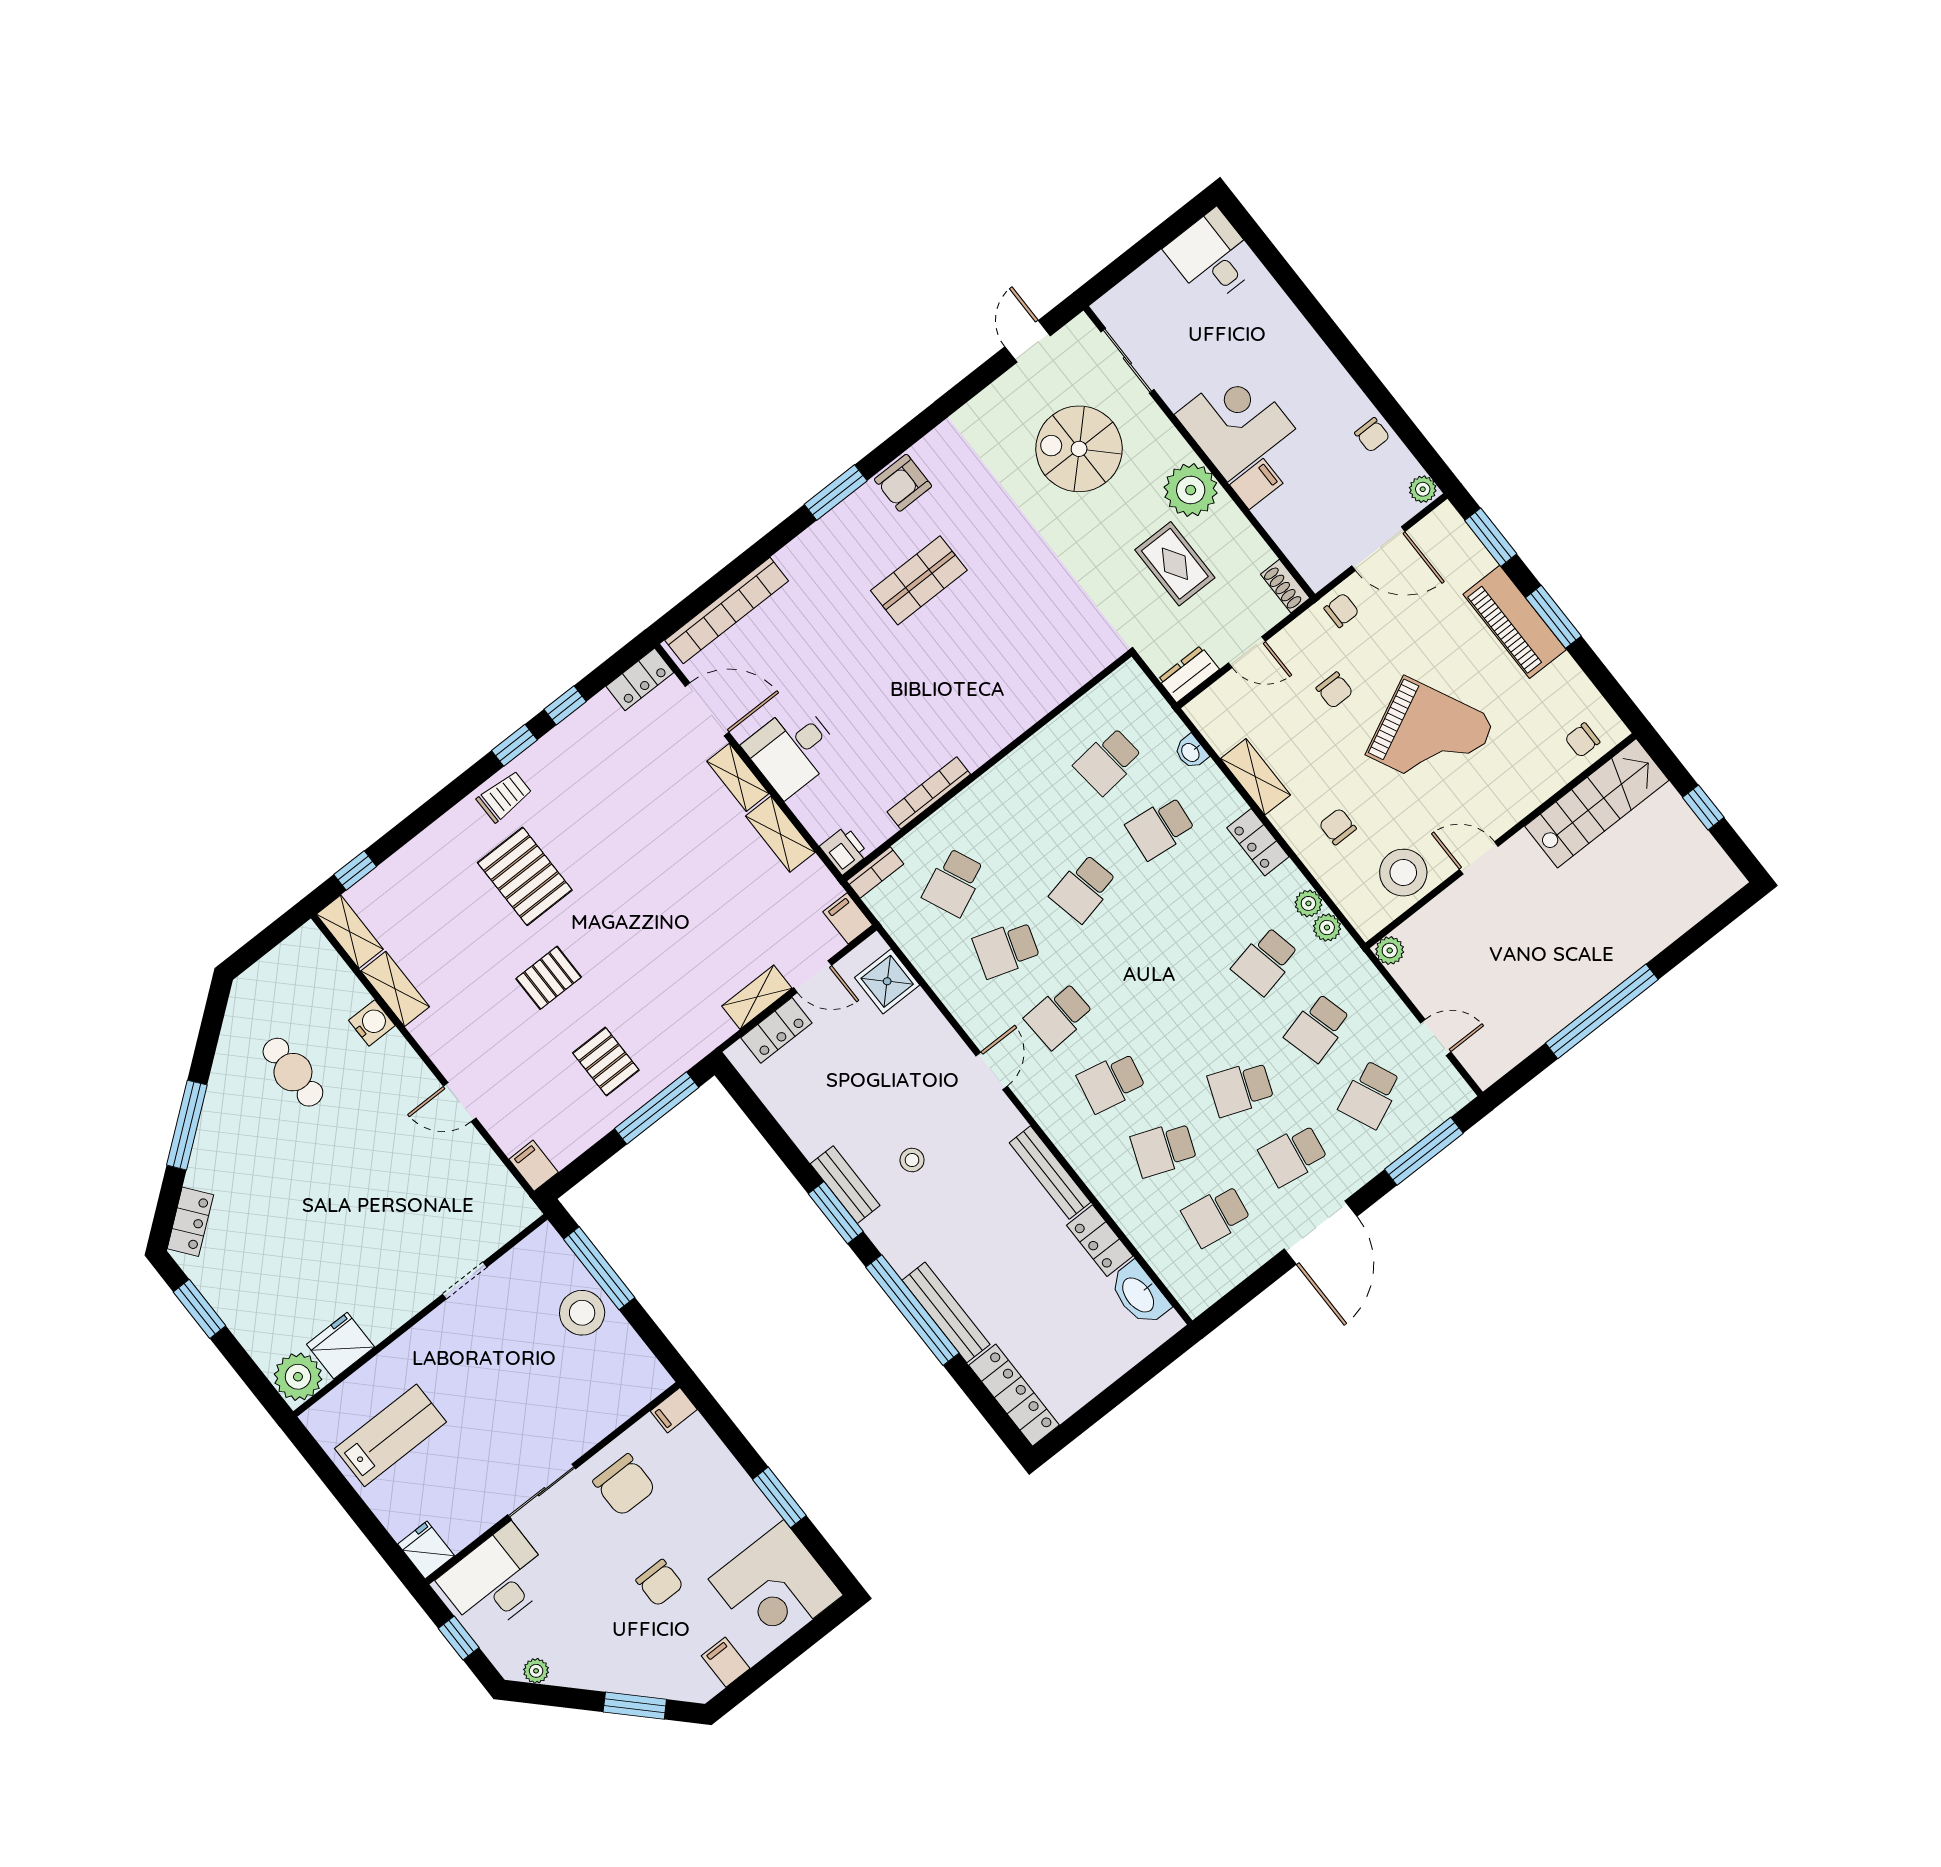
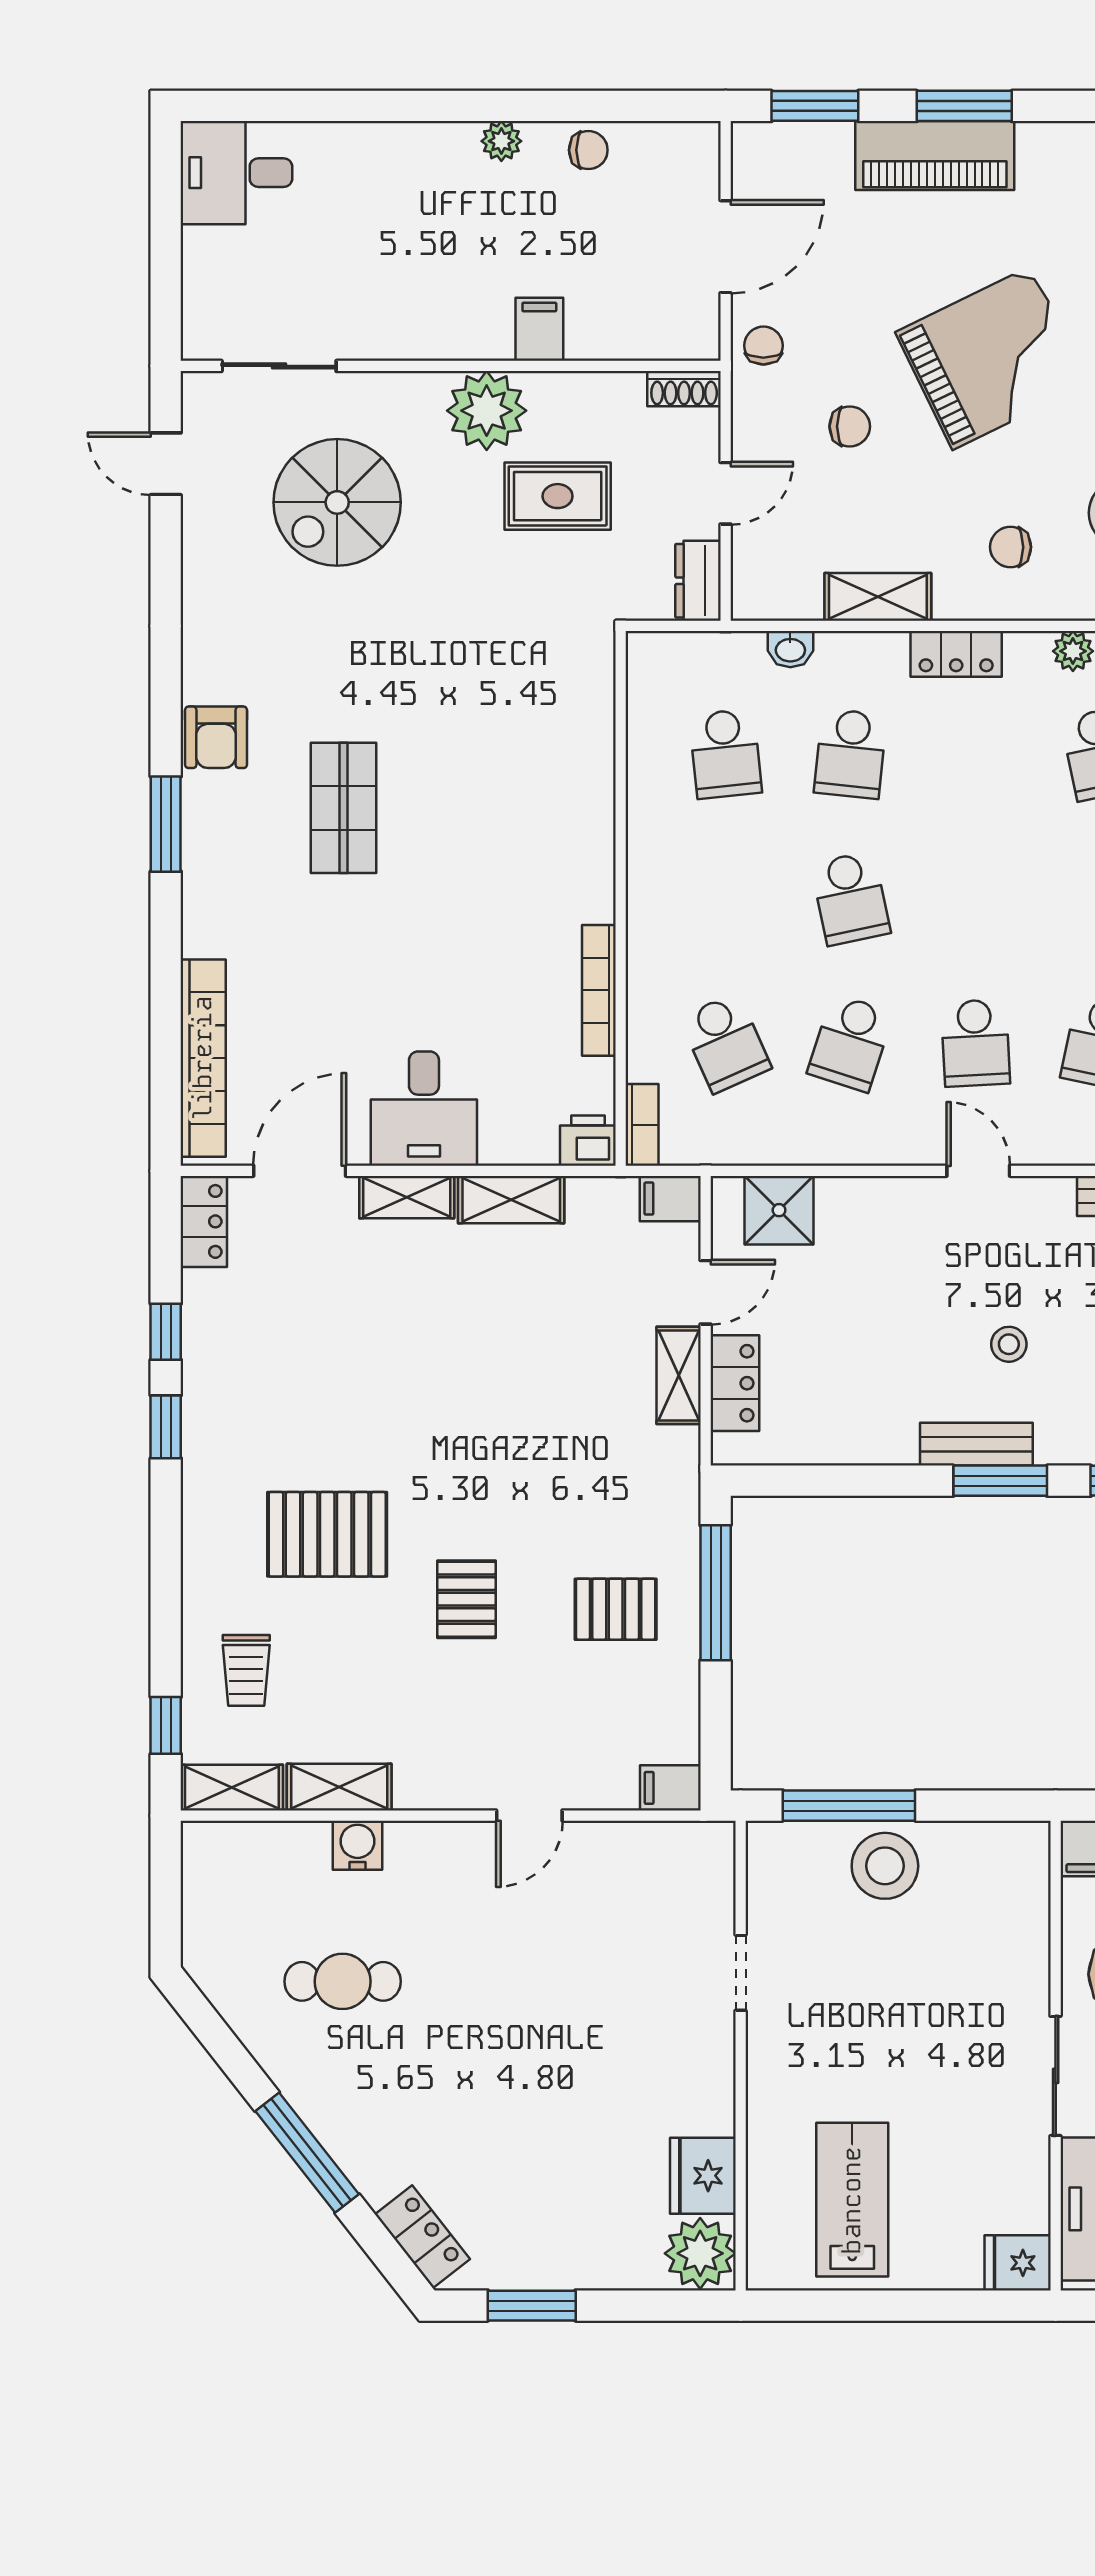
corner desk: (1235, 422) -> (448, 297), removed
plant: (1423, 489) -> (501, 141), moved
trolley: (504, 796) -> (246, 1670), moved, turned 180

